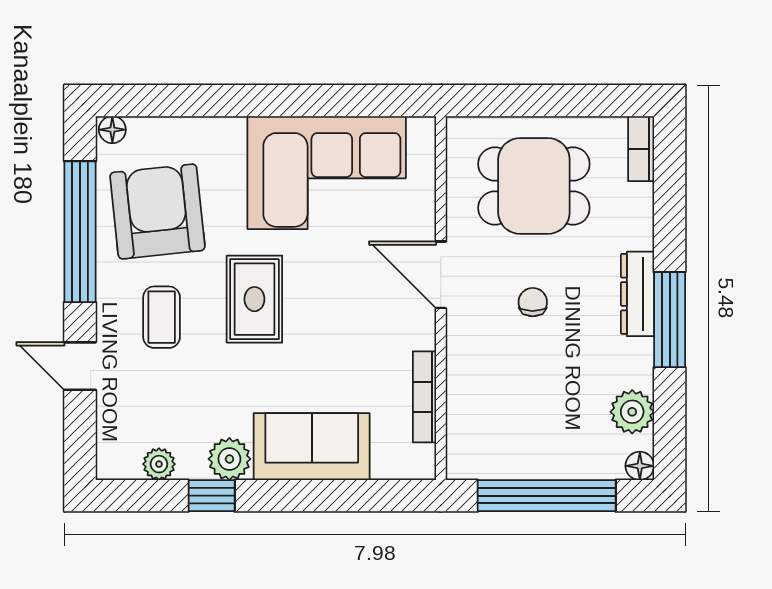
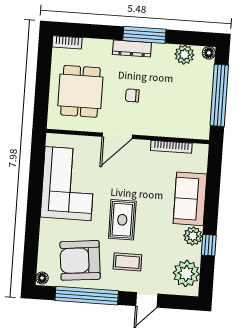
rug: (254, 299) -> (122, 220), turned 90
plant: (159, 464) -> (186, 273), width x1.88, depth x1.88

